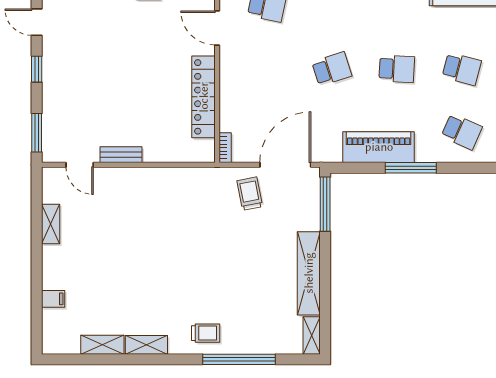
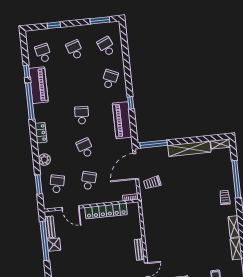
door: (217, 28) -> (71, 208), hinge flipped
school desk: (462, 69) -> (89, 181), moved
door: (285, 165) -> (136, 166), hinge flipped
window: (411, 168) -> (131, 103), width x0.46

